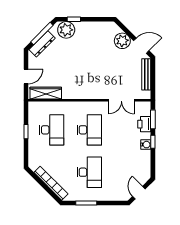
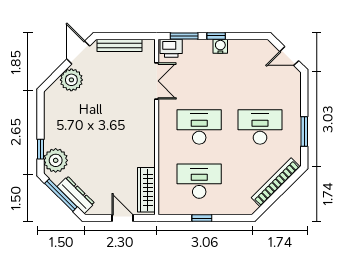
printer: (144, 124) -> (171, 48), moved

